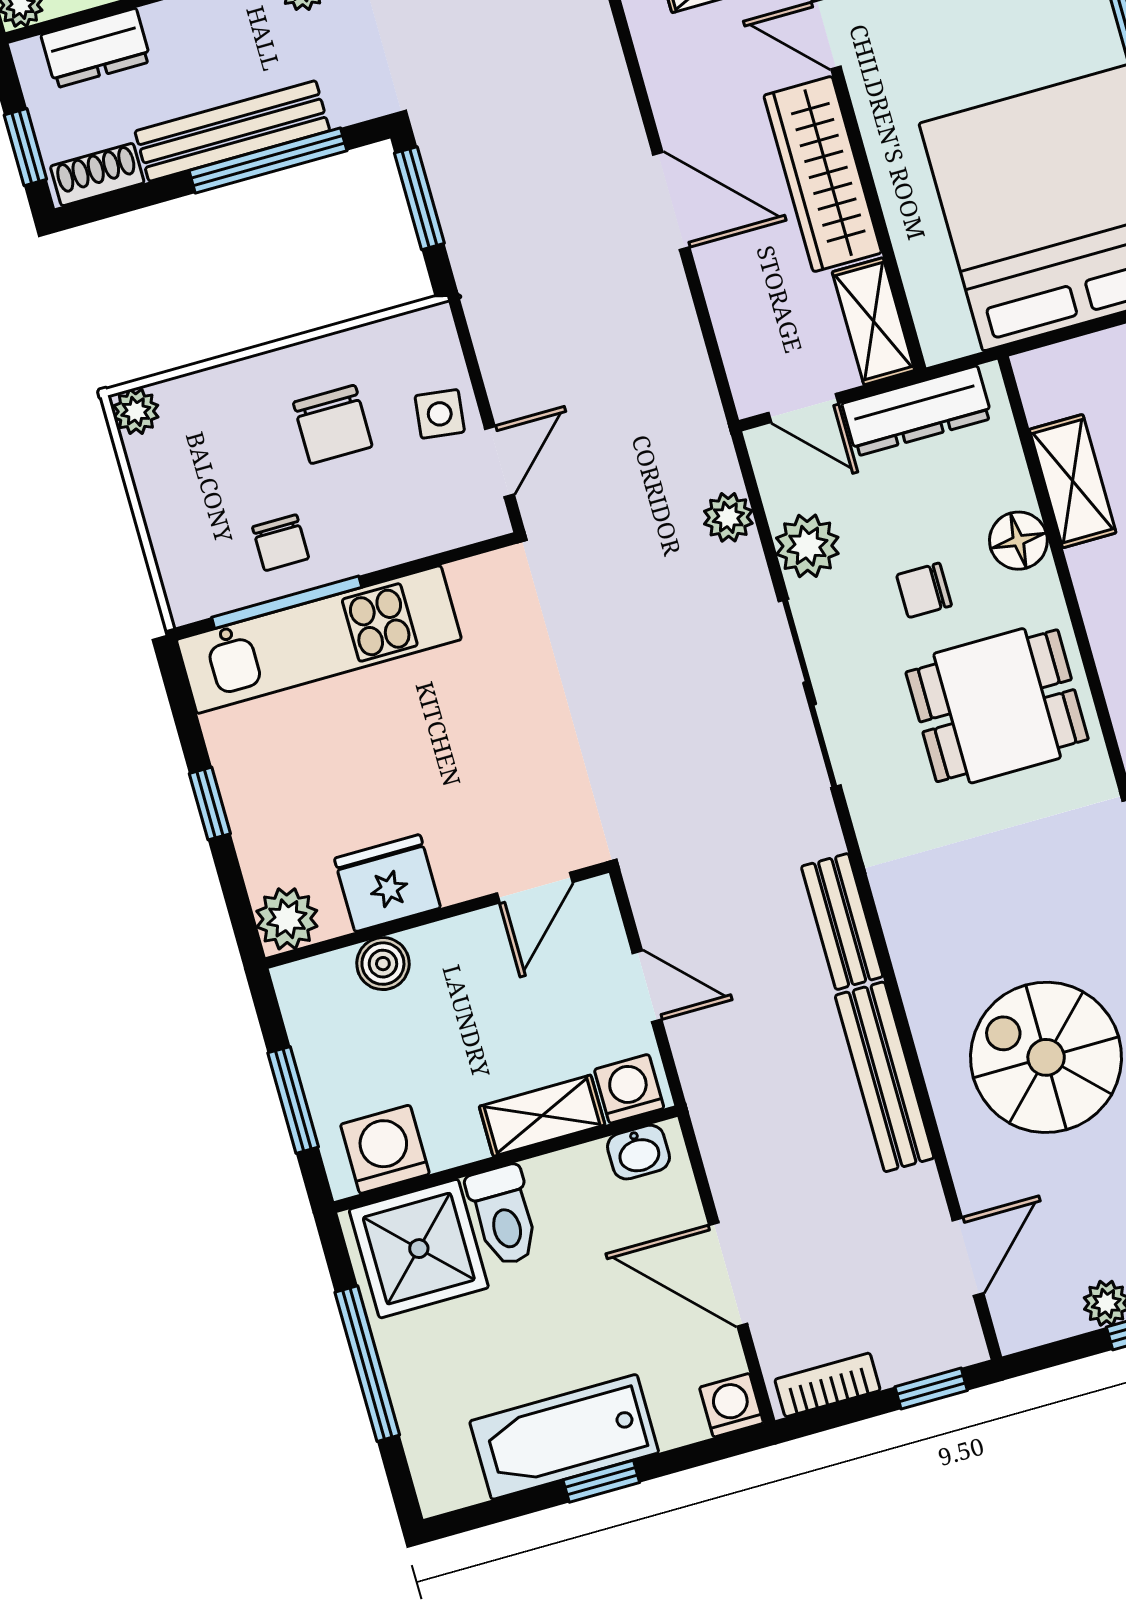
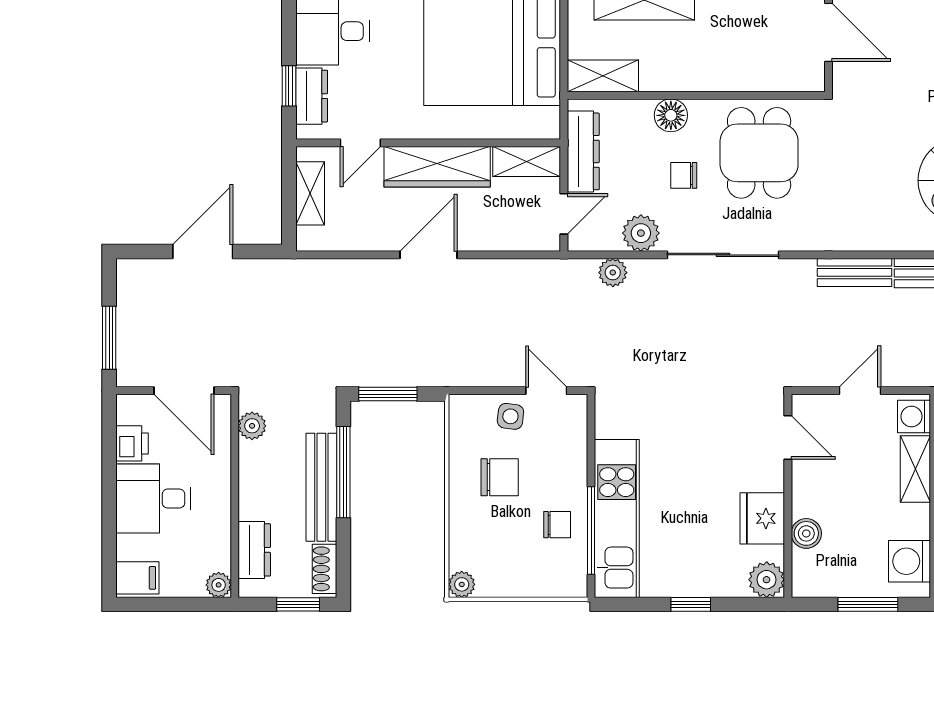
shelving: (1073, 481) -> (603, 76), moved
chair: (924, 590) -> (684, 175), turned 90

